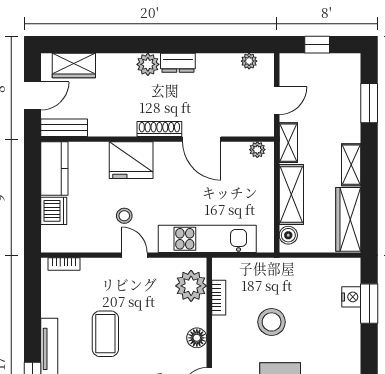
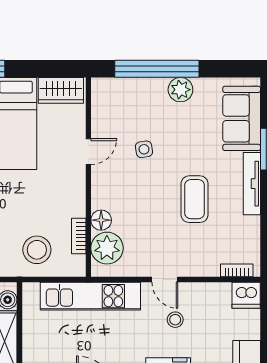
dishwasher: (54, 211) -> (246, 295), moved, turned -90
stool: (272, 322) -> (37, 250), moved
floor lamp: (197, 338) -> (101, 220), moved

